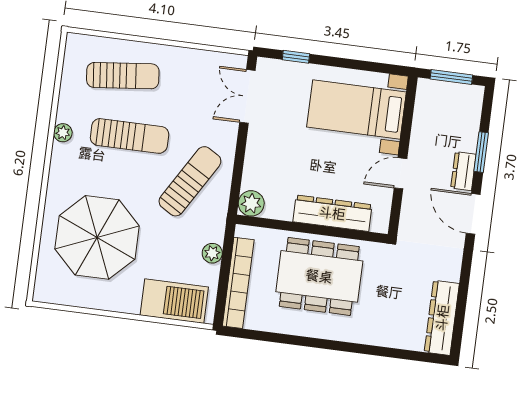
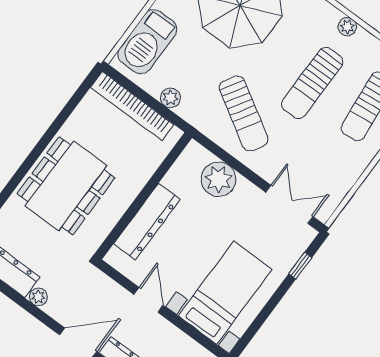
plant: (251, 203) -> (218, 179), moved, width x1.36, depth x1.36
plant: (452, 271) -> (38, 297), added
dining table: (319, 276) -> (66, 186), moved

